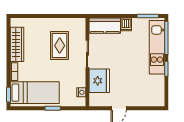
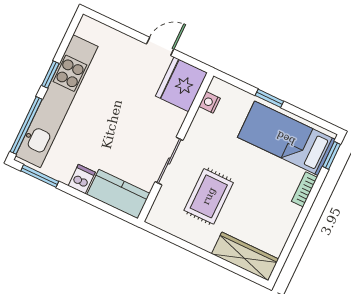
wardrobe: (17, 44) -> (245, 256), moved, turned 90
kitchen unit: (157, 47) -> (57, 101), width x1.36
fridge: (99, 81) -> (181, 84), moved

